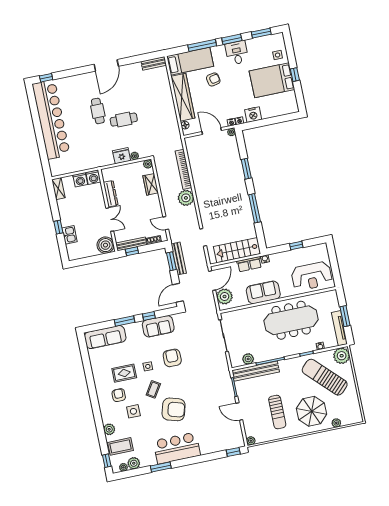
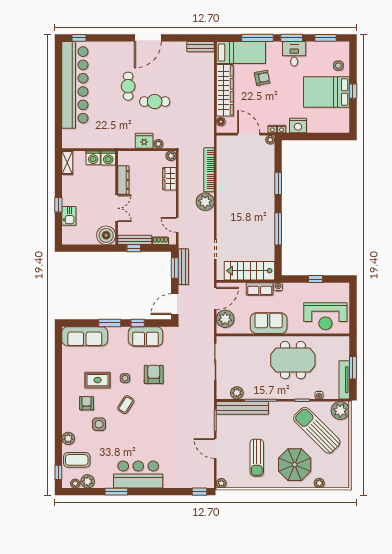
meeting table: (291, 320) -> (293, 360), width x0.73
armchair: (174, 409) -> (143, 431), removed

